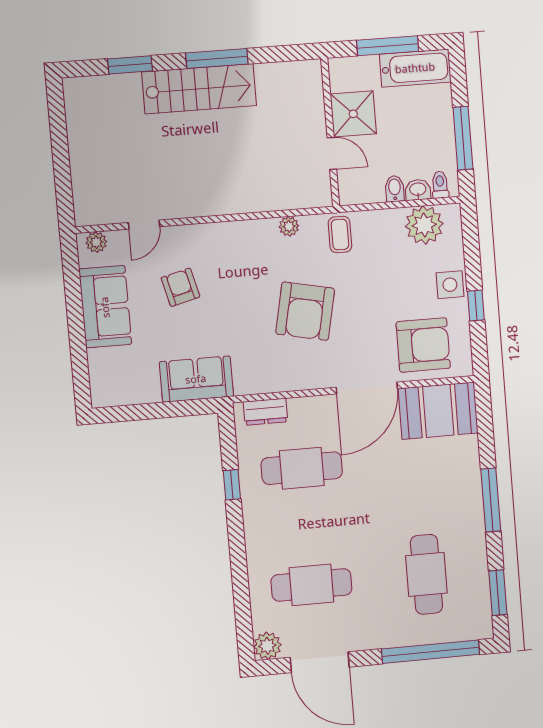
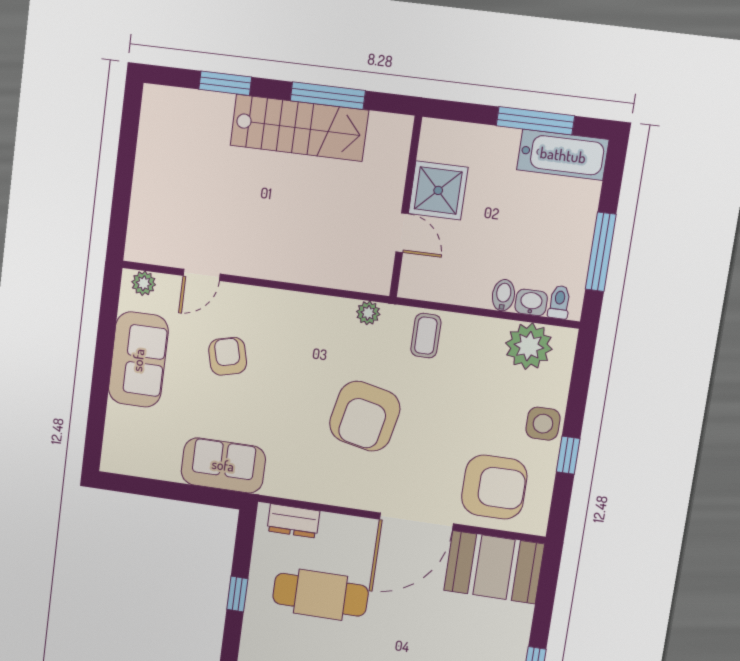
shower: (353, 114) -> (438, 190), moved
wall: (330, 132) -> (406, 207), moved
door: (332, 153) -> (402, 233), moved

